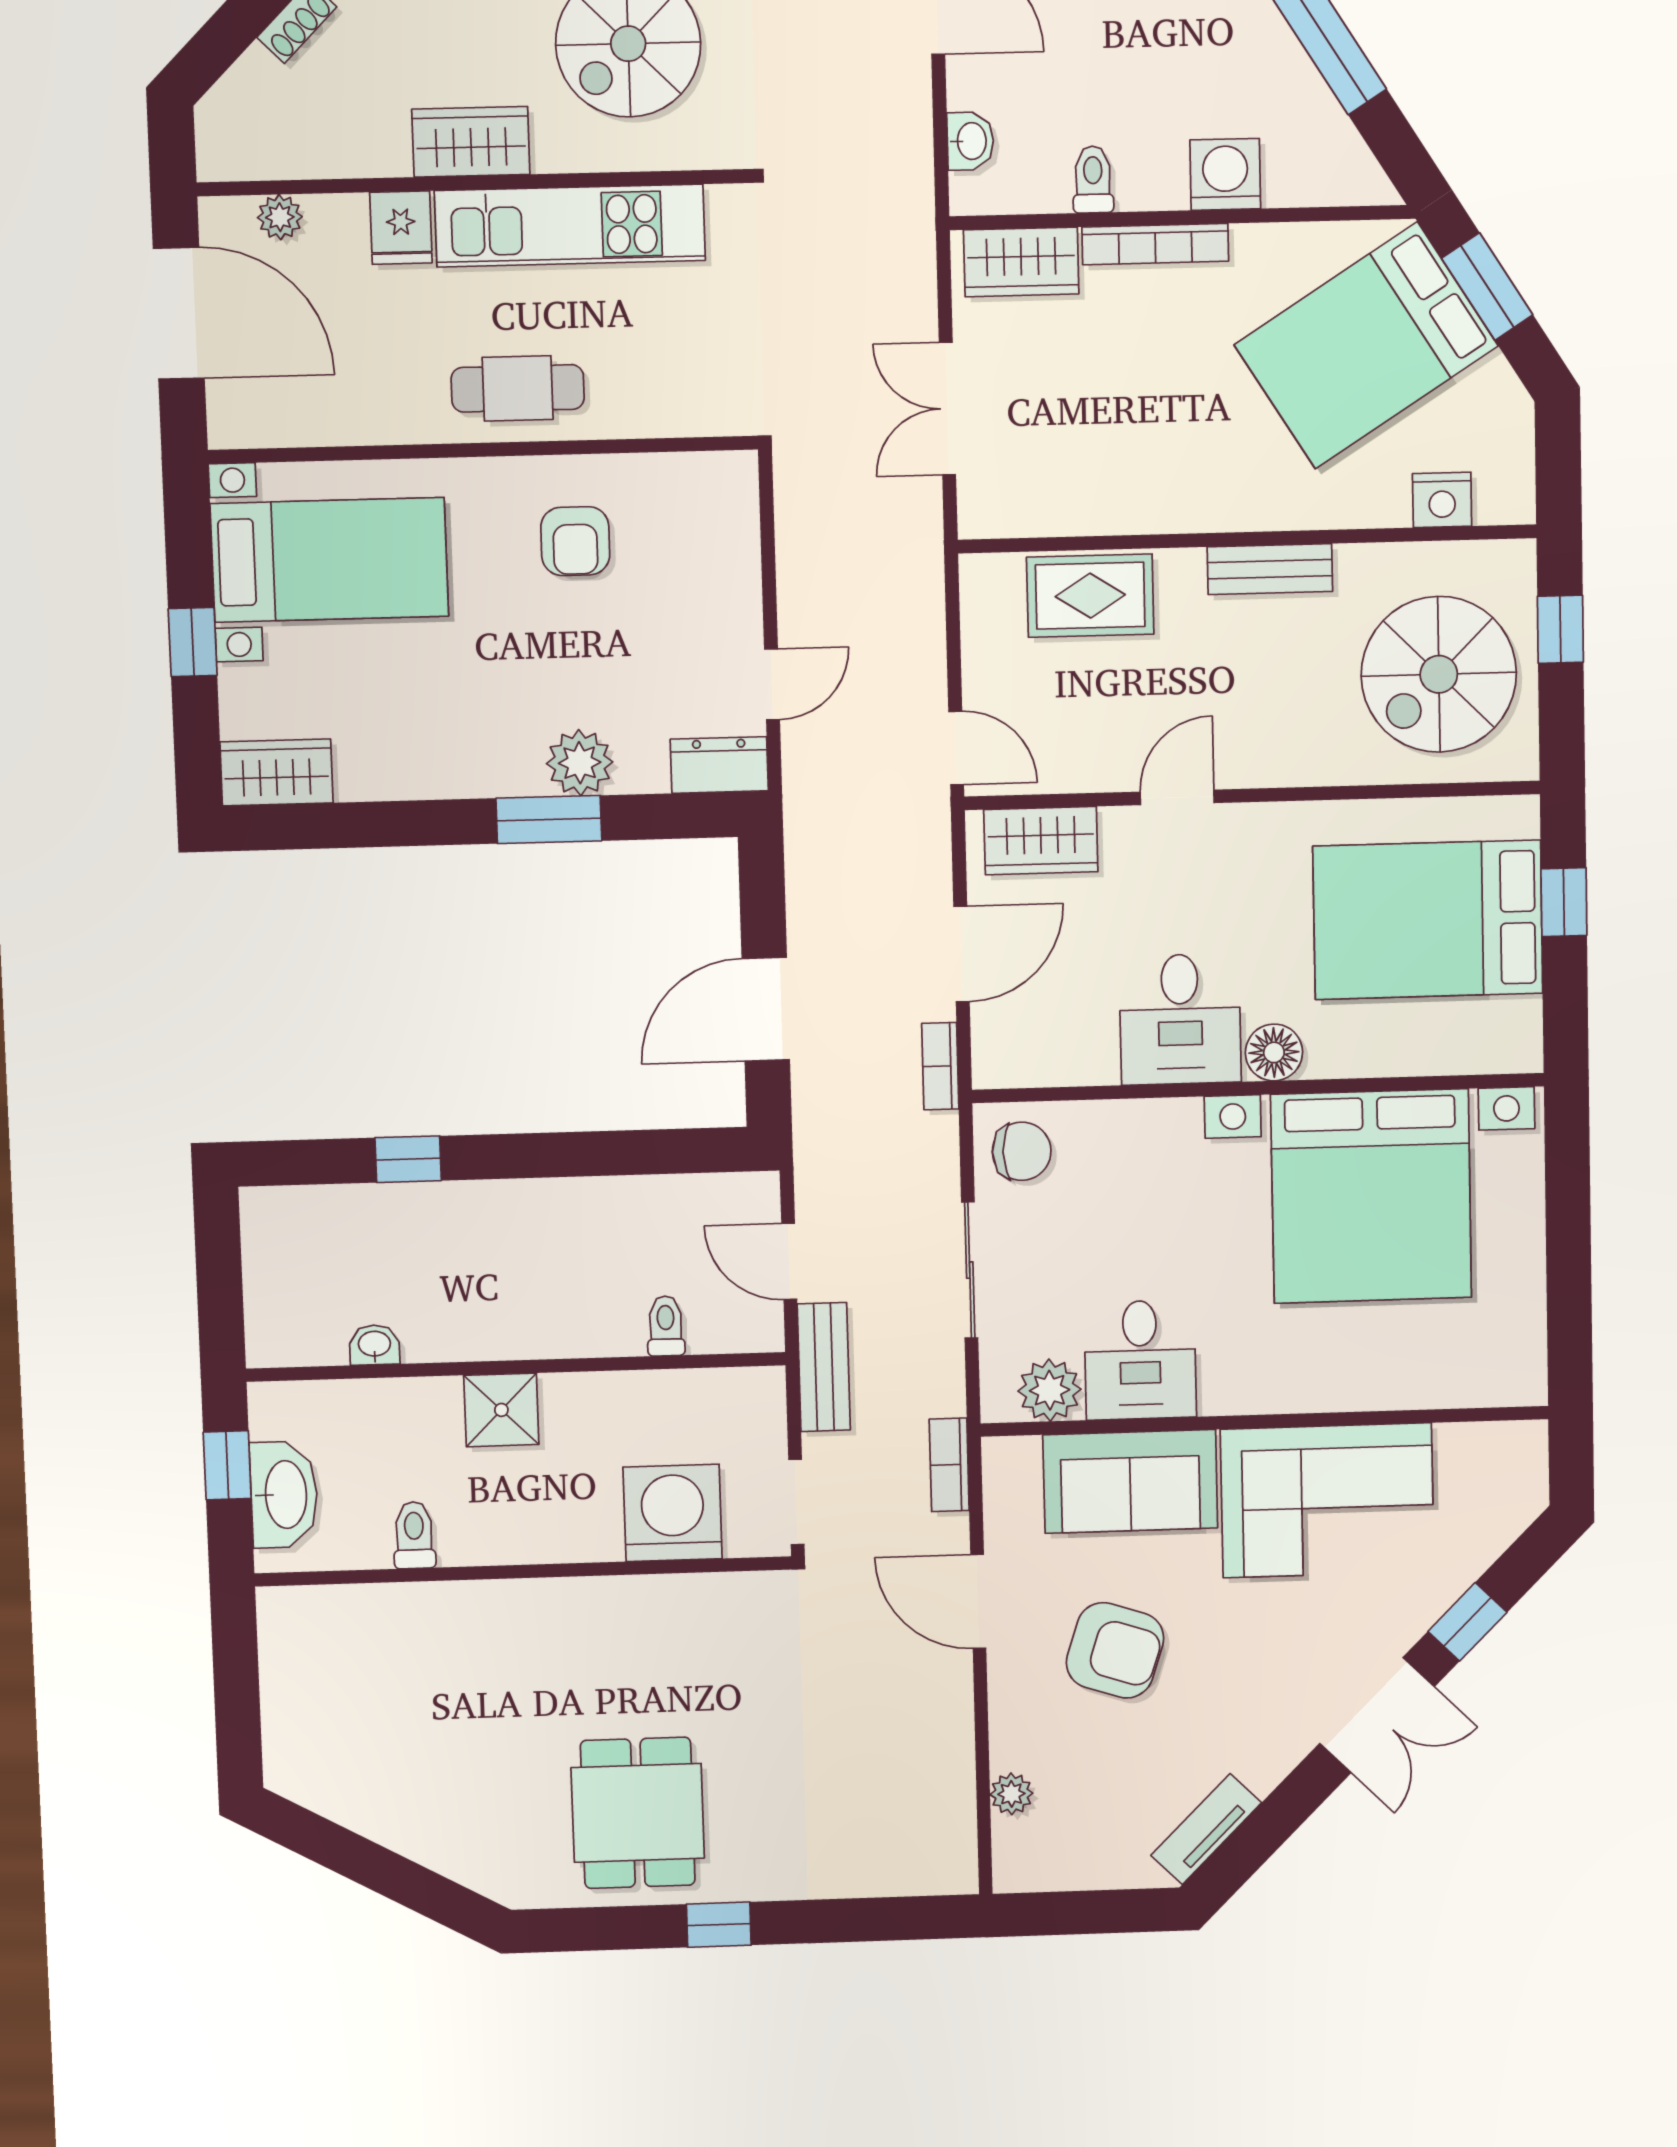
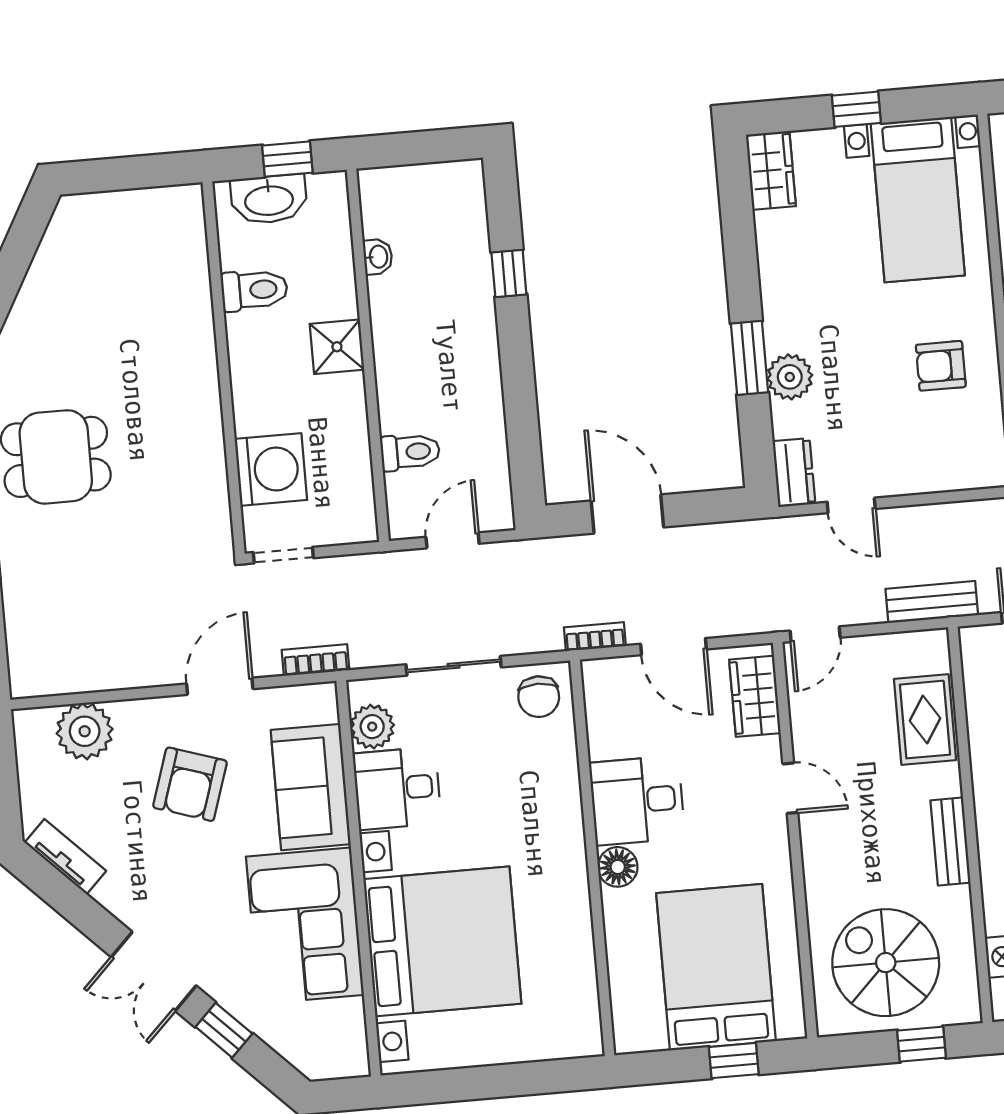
bed with nightstands: (1371, 1196) -> (442, 941), moved, turned 180
toilet: (666, 1326) -> (410, 452), width x1.37, depth x1.39
bench: (824, 1367) -> (932, 602), moved
toilet: (414, 1535) -> (254, 290), width x1.37, depth x1.39
plant: (1011, 1794) -> (85, 731), width x1.88, depth x1.88

